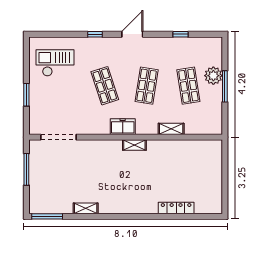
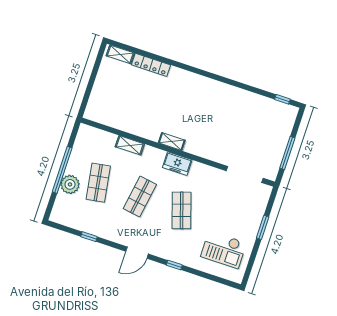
window: (225, 86) -> (62, 170), width x1.46
shelving: (86, 208) -> (120, 54), moved
window: (47, 216) -> (282, 99), width x0.46

